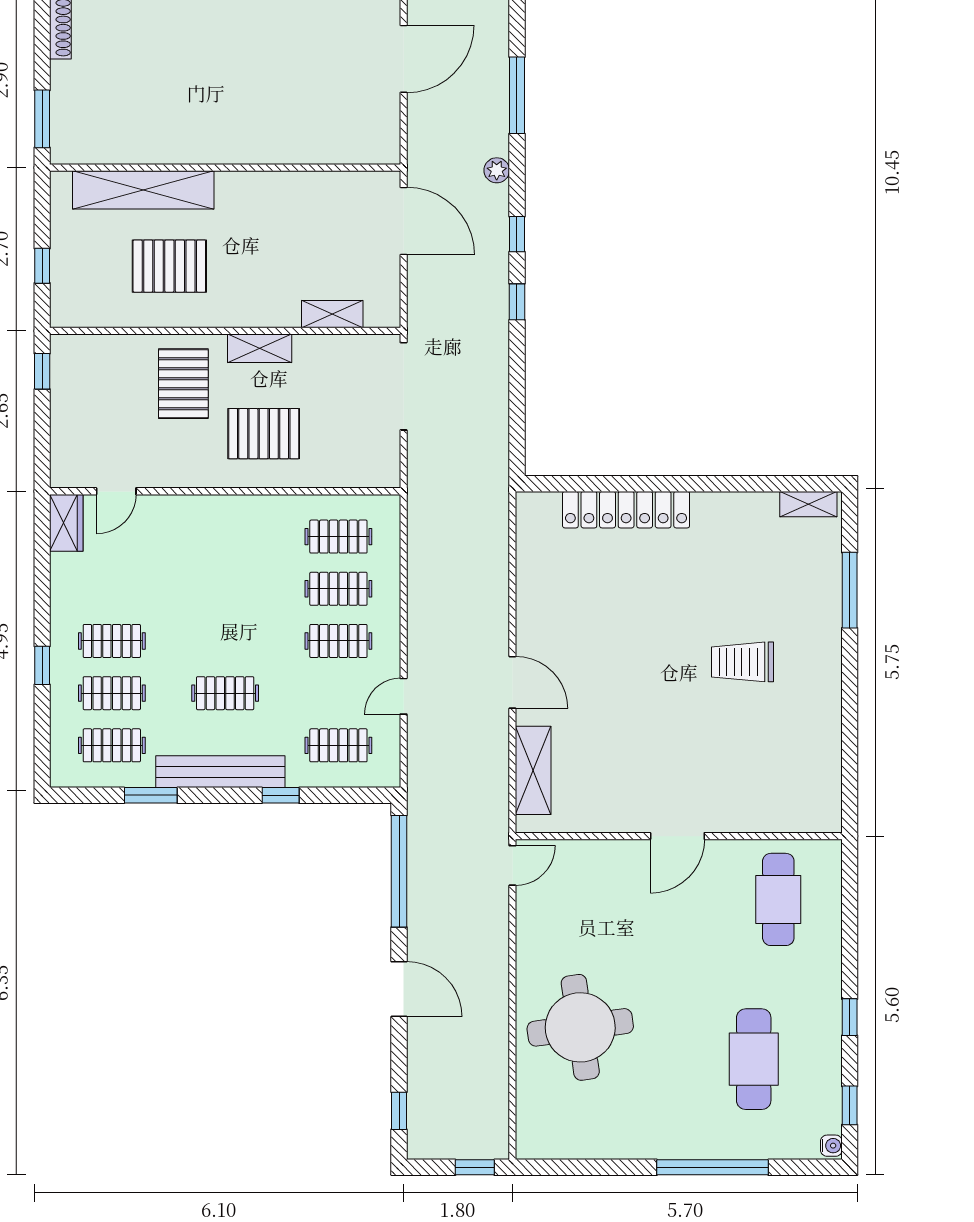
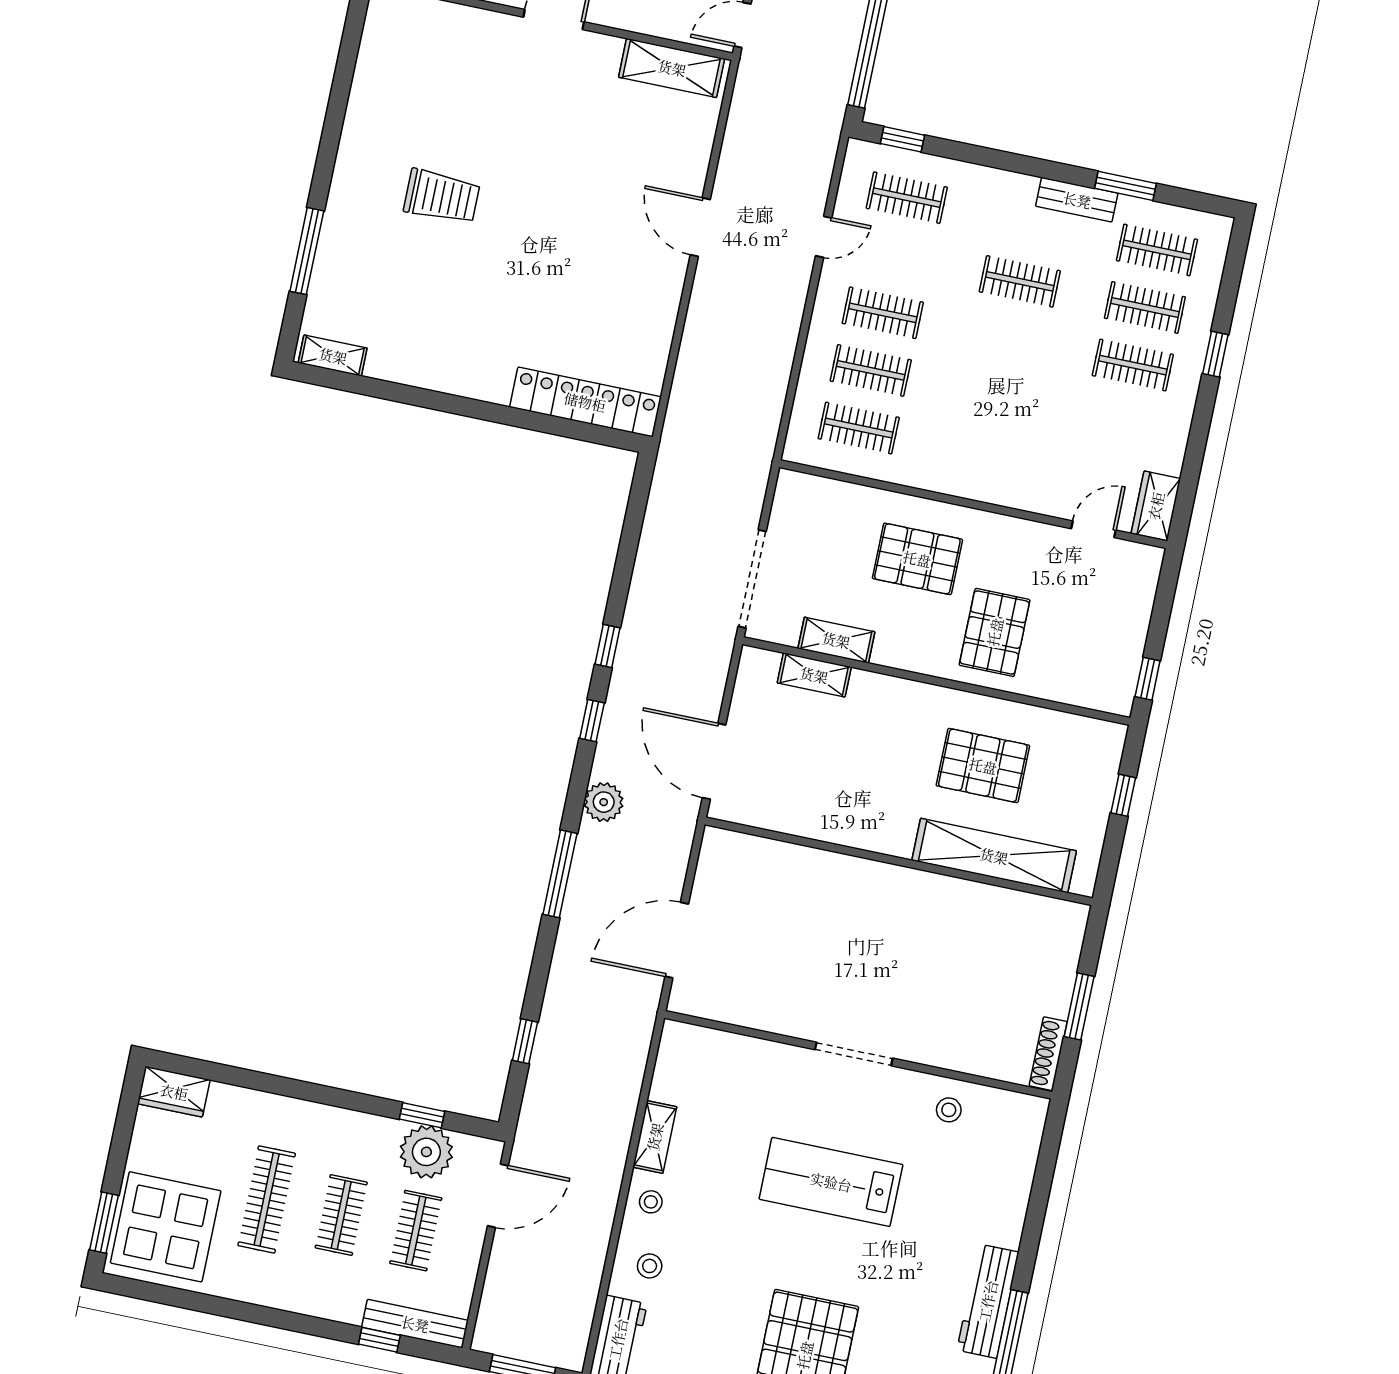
window: (42, 119) -> (1079, 1006), moved
plant: (497, 170) -> (604, 802), width x1.38, depth x1.38
shelving: (260, 348) -> (836, 640), moved
locker: (626, 510) -> (585, 402), moved
shelving: (533, 770) -> (672, 68), moved, turned 90
bench: (220, 772) -> (1077, 200), width x0.54, depth x0.82
window: (281, 795) -> (903, 139), moved

